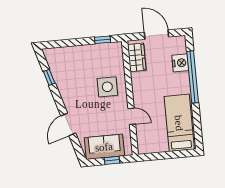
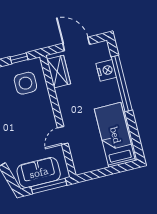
side table: (107, 87) -> (25, 83), moved
door: (132, 116) -> (63, 135), swing flipped
window: (112, 160) -> (49, 186), width x2.17

